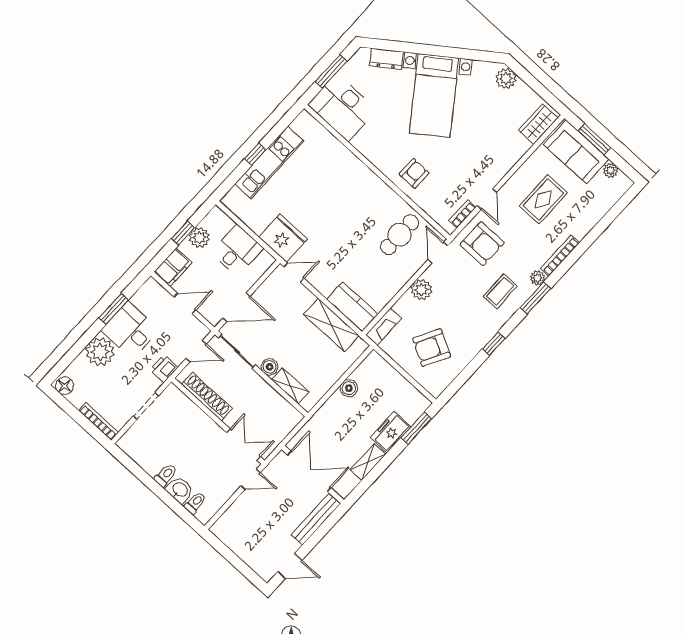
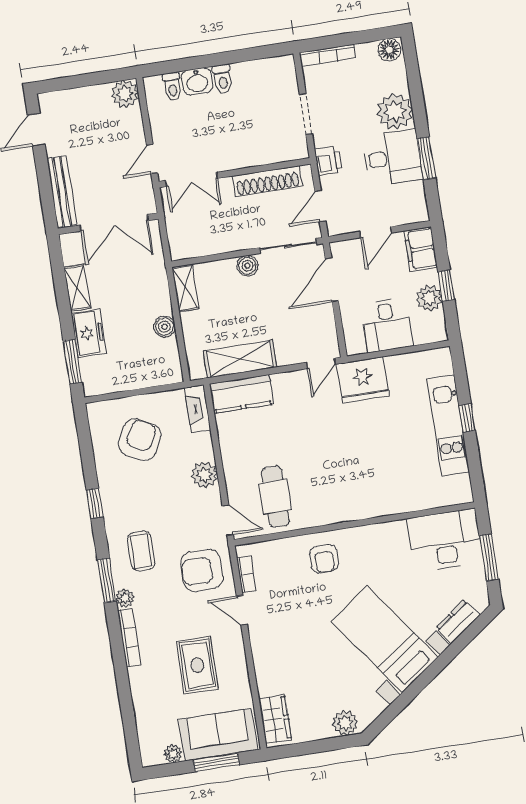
shelving: (290, 386) -> (185, 288), moved, turned 90
plant: (223, 529) -> (125, 94), added

